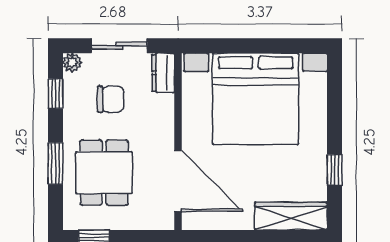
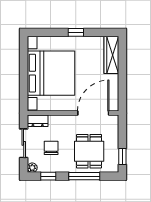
window: (55, 163) -> (84, 176), width x1.44
window: (335, 170) -> (76, 32), moved
dining table: (104, 173) -> (89, 151), turned 90

